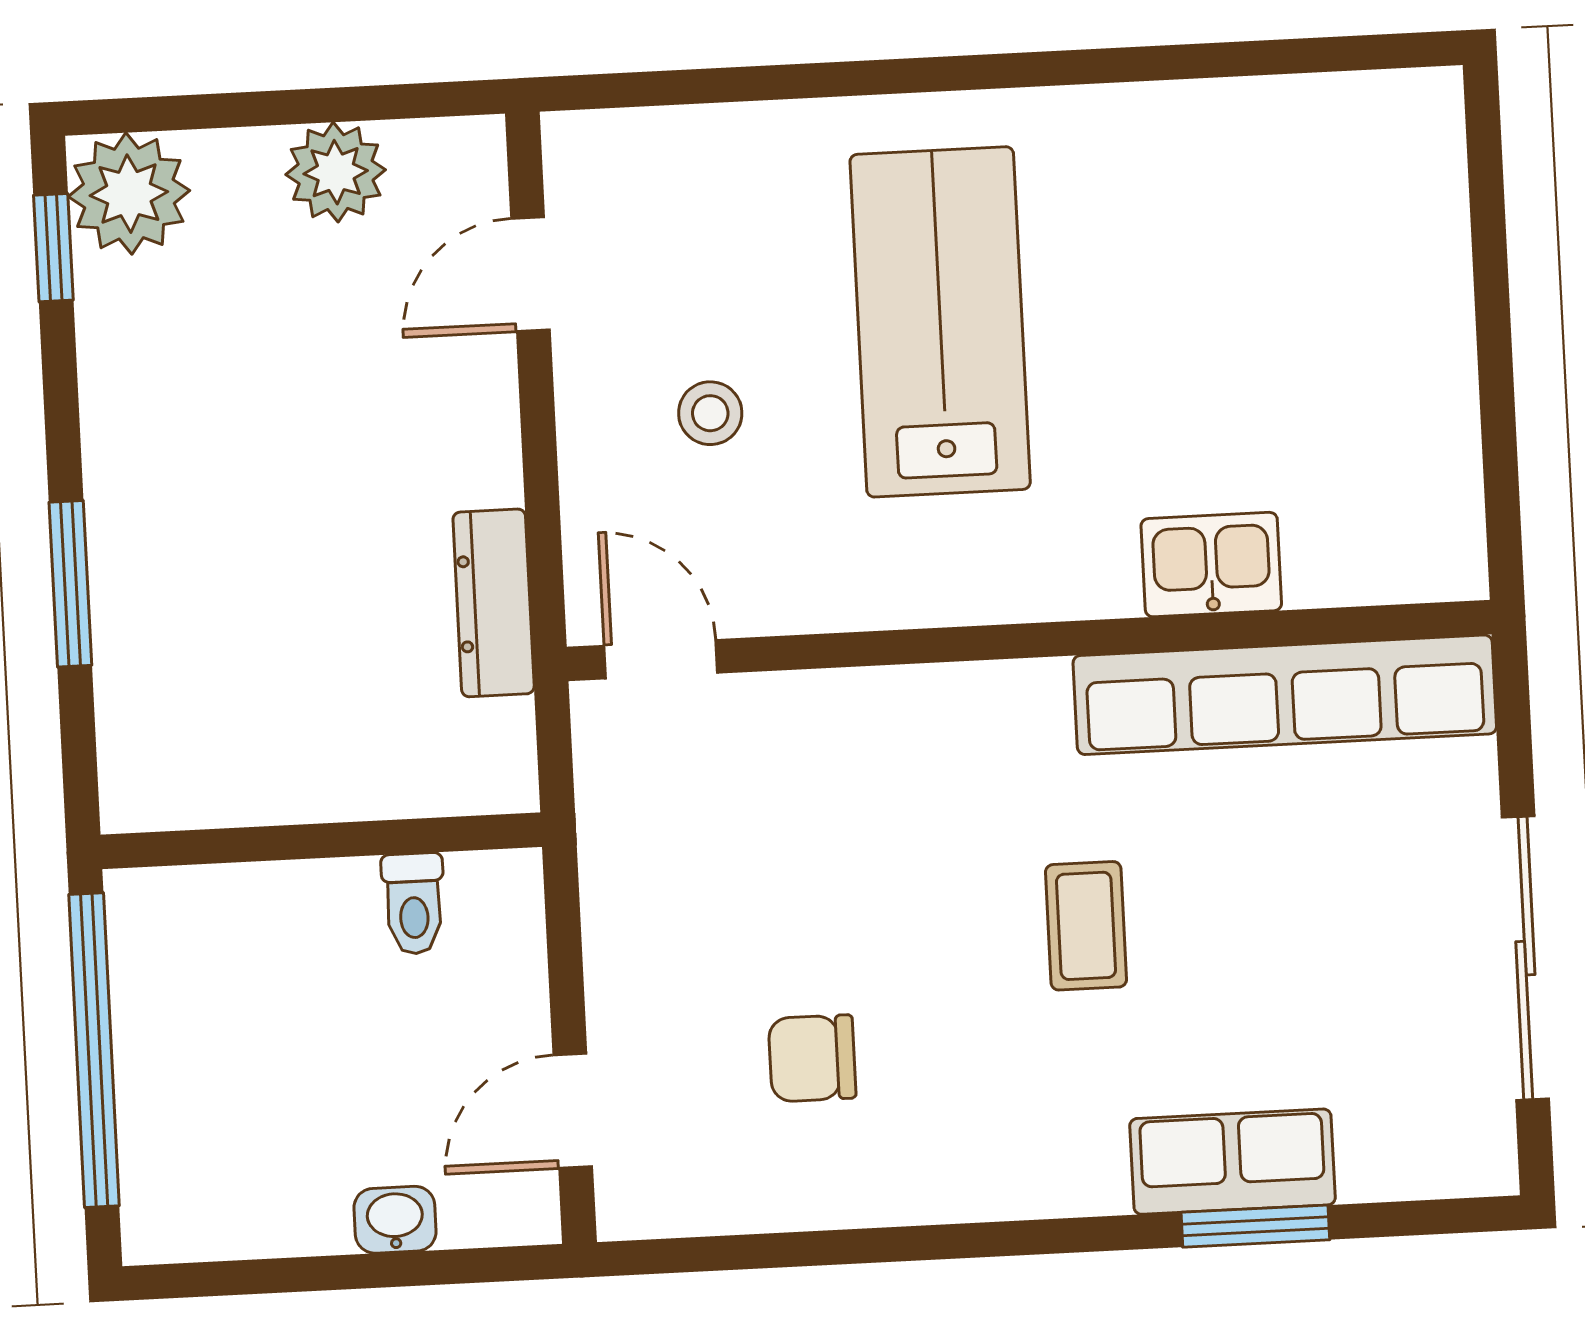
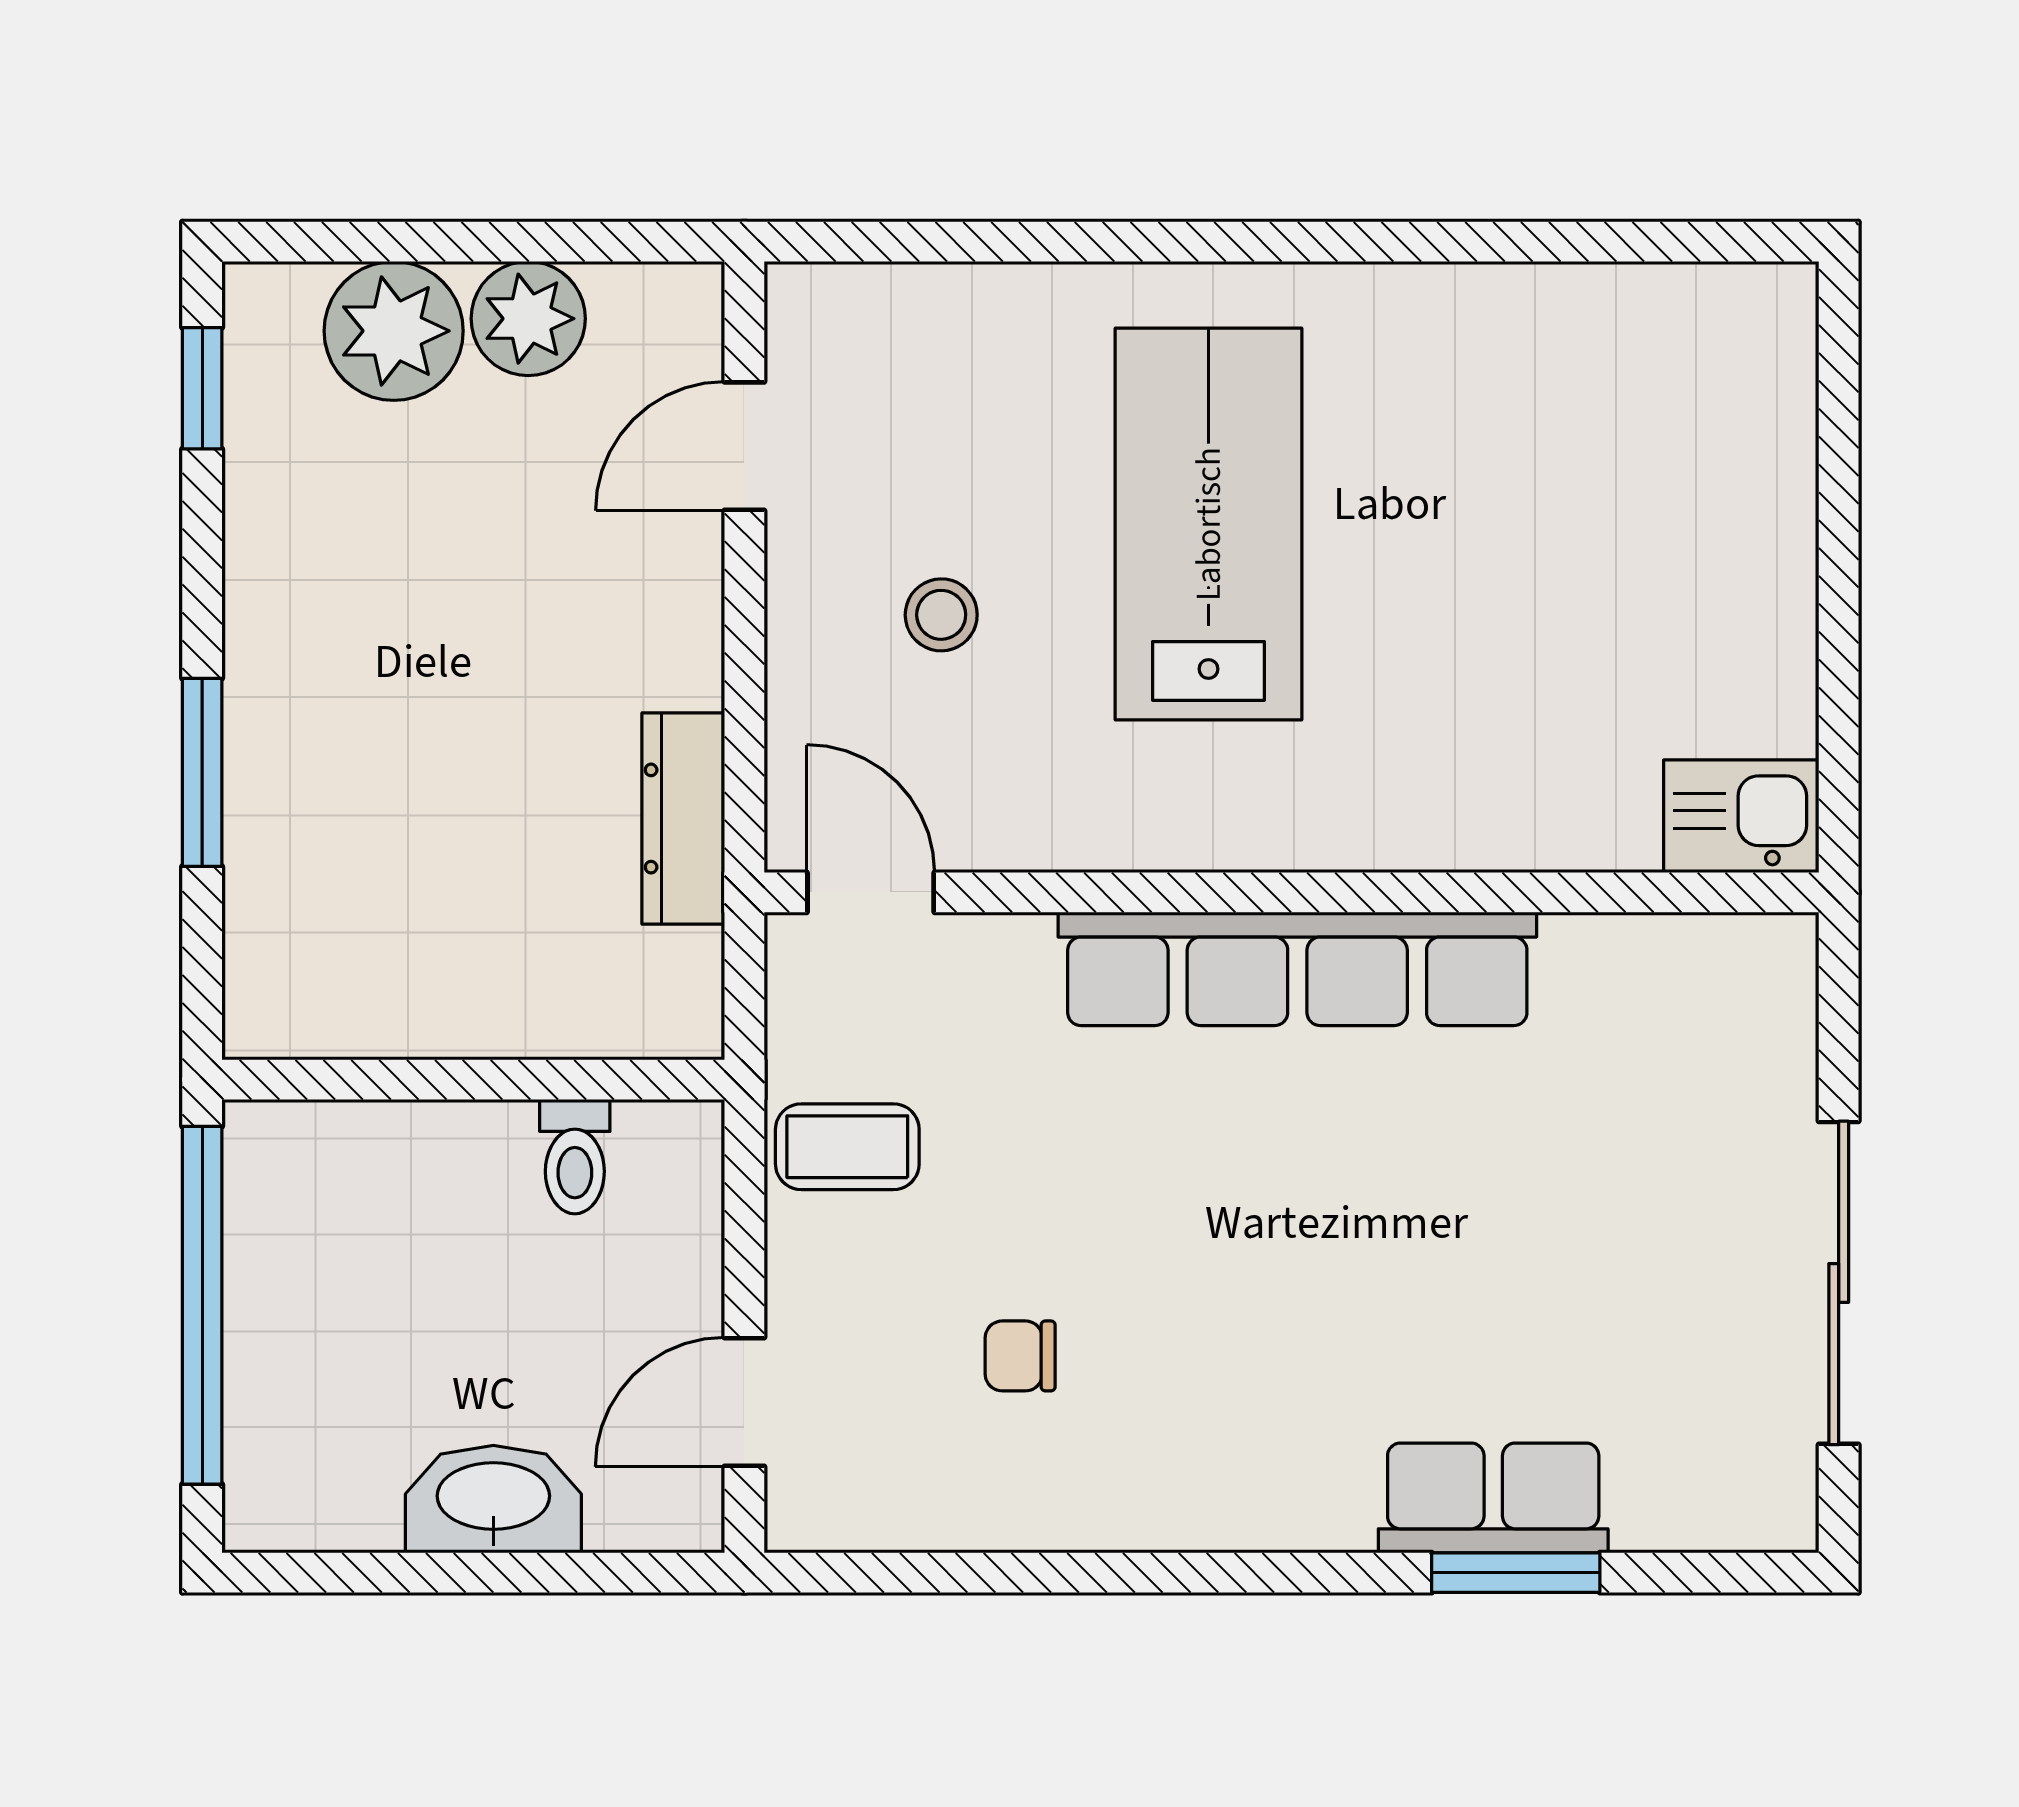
plant: (129, 194) -> (394, 331), moved
kitchen sink: (1211, 565) -> (1741, 816), moved
row of seats: (1285, 695) -> (1297, 969), moved
coffee table: (1086, 926) -> (847, 1147), moved, turned 90
chair: (812, 1058) -> (1020, 1356), width x0.73, depth x0.73
washbasin: (395, 1220) -> (493, 1499), width x1.91, depth x1.45

